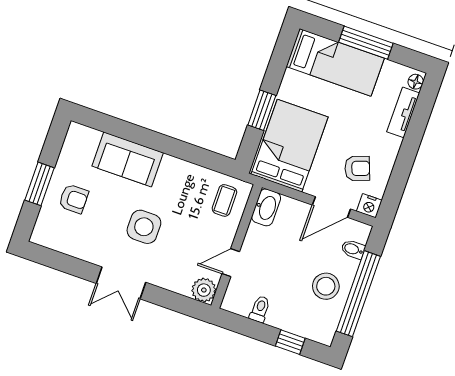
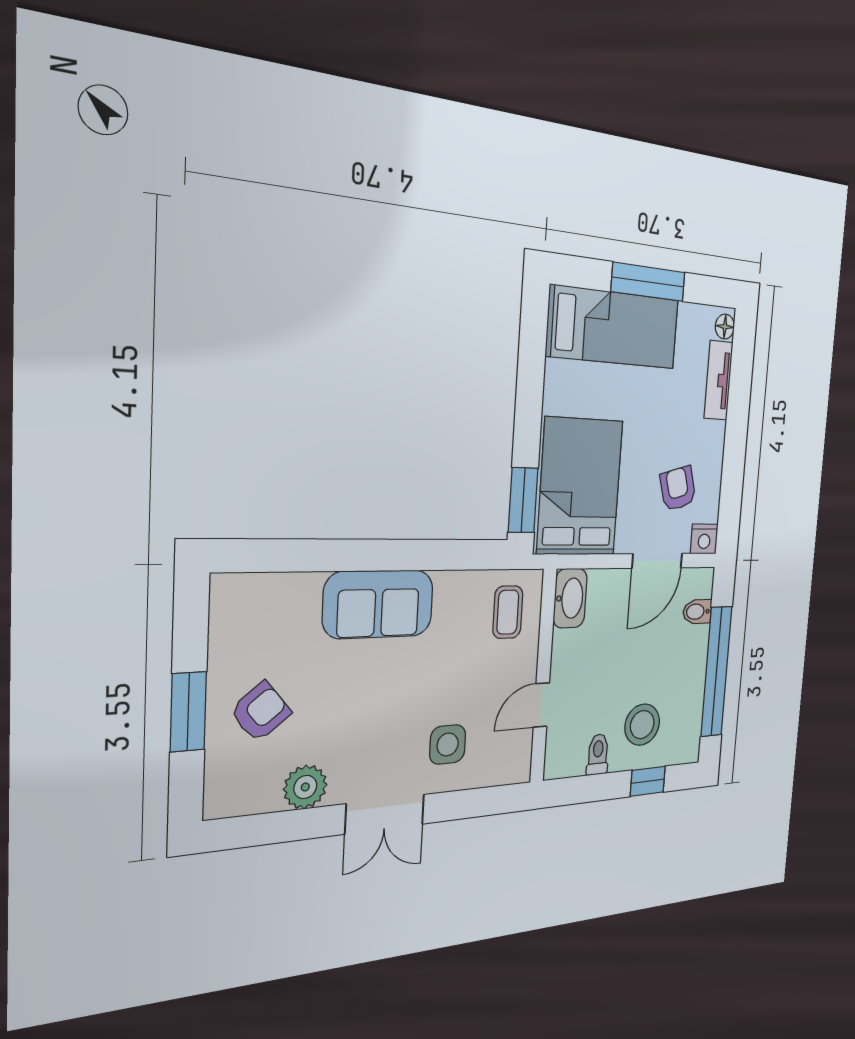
window: (262, 110) -> (523, 500), moved
sofa: (128, 159) -> (379, 604), moved
armchair: (357, 168) -> (678, 489), turned -86
armchair: (74, 199) -> (261, 712), turned -39
side table: (144, 227) -> (448, 744), moved, width x0.73, depth x0.73
stool: (326, 286) -> (642, 725), moved
plant: (204, 290) -> (305, 787), moved

